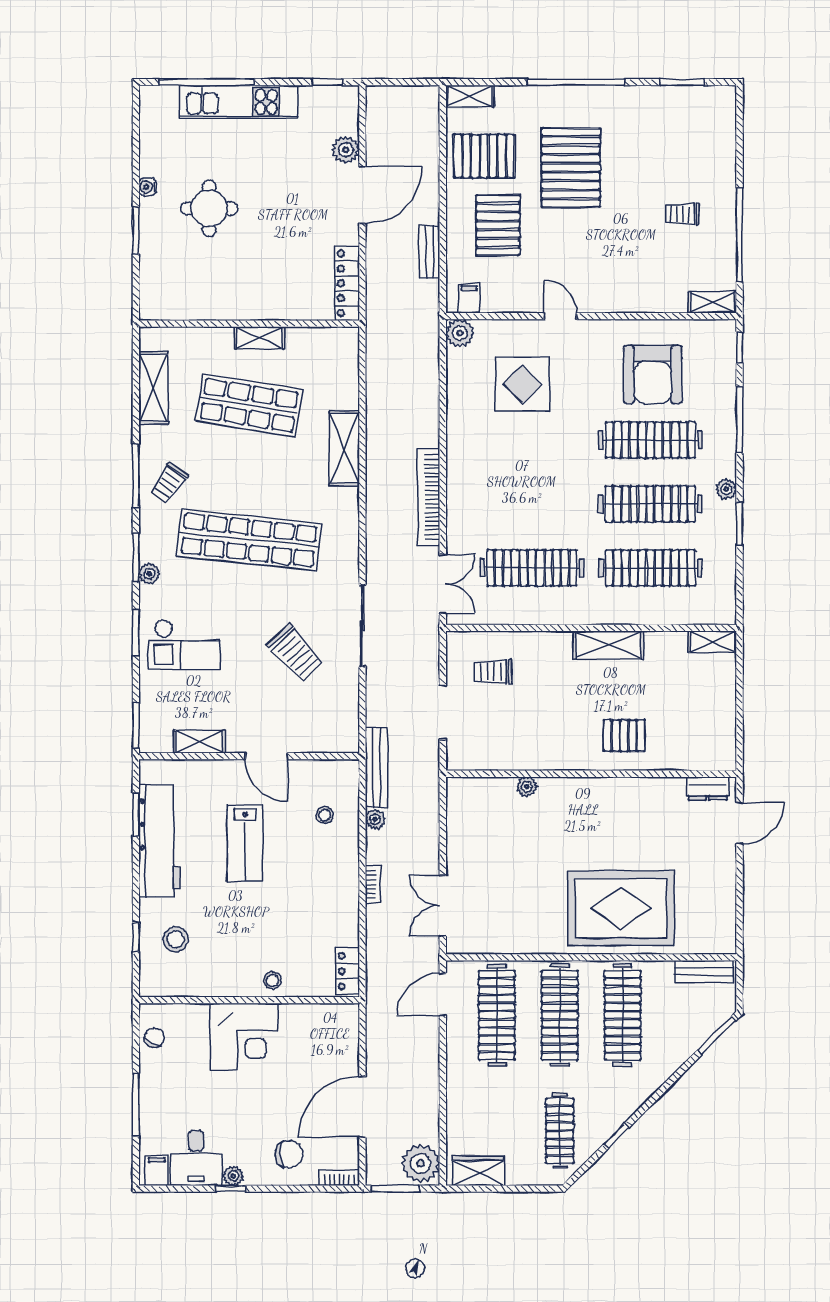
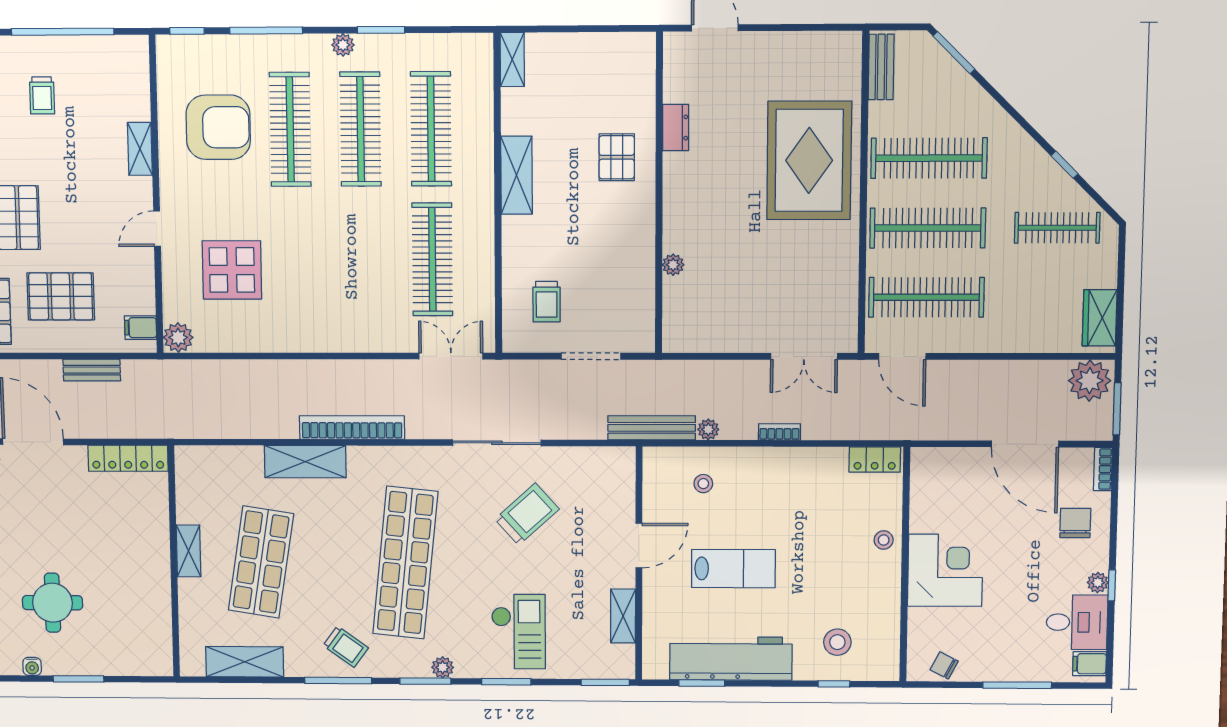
shelving: (712, 302) -> (140, 149), moved
bookcase: (429, 497) -> (352, 427), moved, turned 180
dresser: (708, 788) -> (676, 128), moved

